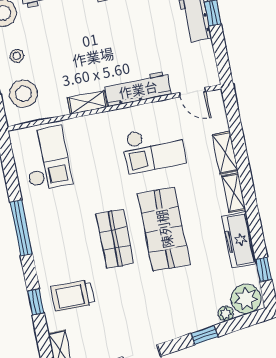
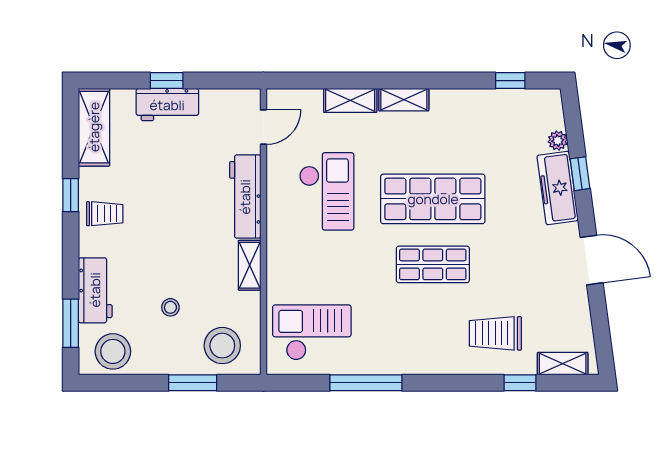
stool: (17, 56) -> (170, 307), moved
window: (21, 228) -> (366, 383), moved
freezer: (239, 240) -> (558, 188), moved, turned 82
trolley: (73, 296) -> (495, 333), turned 90
plant: (246, 299) -> (544, 111), removed
window: (36, 302) -> (520, 383), moved

